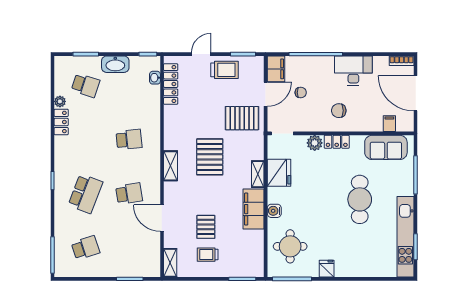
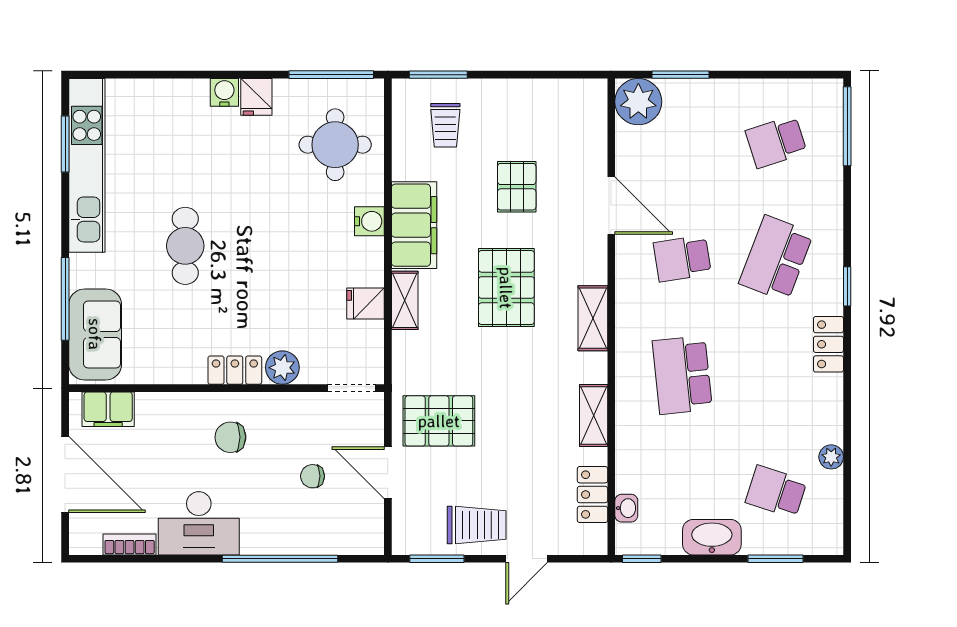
bookcase: (402, 61) -> (130, 544), moved
filing cabinet: (276, 69) -> (366, 527), removed
trolley: (224, 70) -> (477, 525), turned 180
locker: (171, 84) -> (592, 495), width x0.66
door: (266, 94) -> (388, 473), hinge flipped
chair: (339, 111) -> (230, 437), turned 180
locker: (61, 122) -> (828, 344), moved
filing cabinet: (389, 124) -> (108, 409), width x2.00
school desk: (129, 139) -> (682, 375), width x1.85
sofa: (386, 147) -> (95, 334), moved, turned 90
pallet: (210, 157) -> (506, 288), moved
fridge: (279, 173) -> (365, 303), width x0.53, depth x0.75
cafe table: (360, 199) -> (185, 246), width x0.73, depth x0.74
trolley: (208, 255) -> (445, 125), moved, turned 90
shelving: (170, 263) -> (594, 416), moved
plant: (149, 266) -> (638, 102), added
water cooler: (342, 271) -> (224, 92), added

